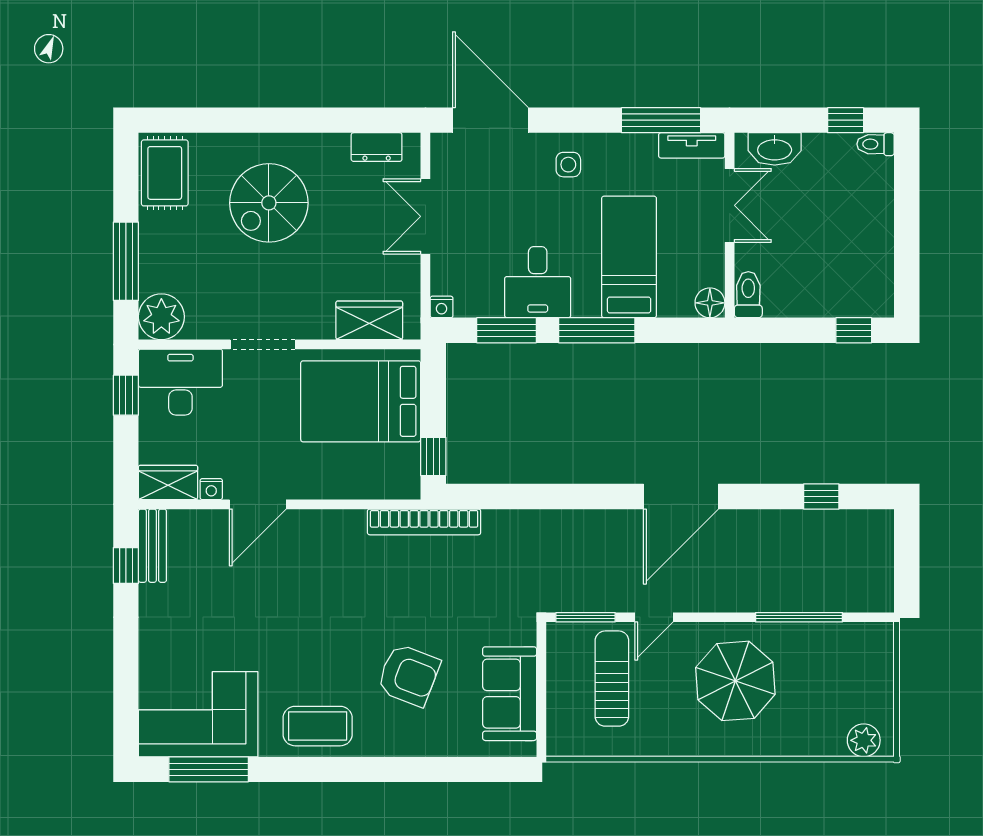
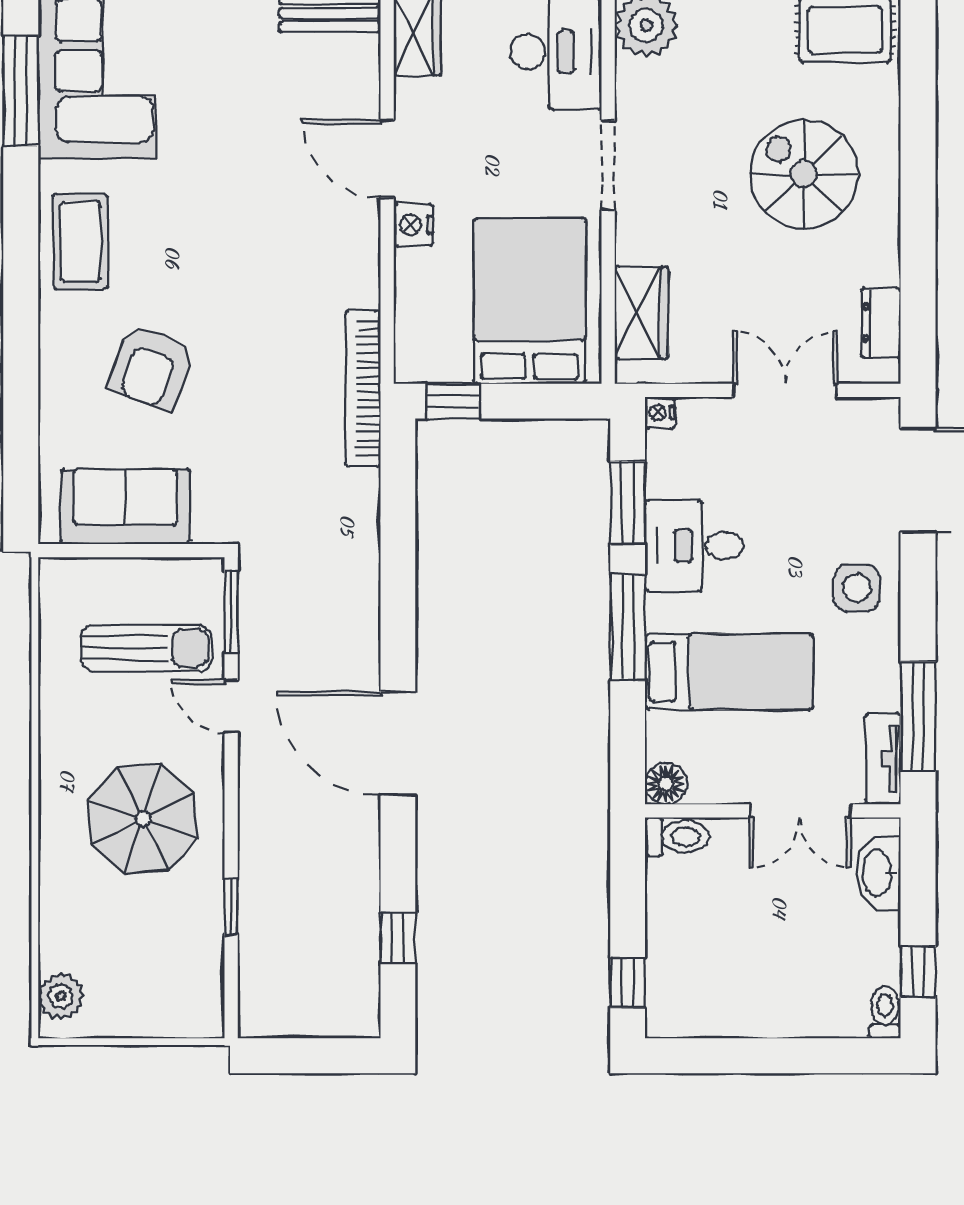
side table: (568, 165) -> (857, 588), width x1.37, depth x1.37
nightstand: (211, 489) -> (413, 225), moved, width x1.39, depth x1.35
window: (799, 617) -> (231, 907), width x0.46

